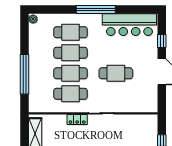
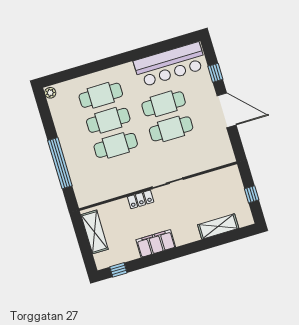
window: (96, 10) -> (123, 58), removed
cafe table: (71, 94) -> (164, 104), moved

